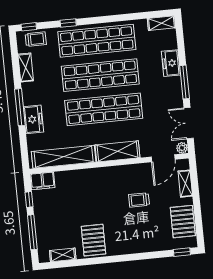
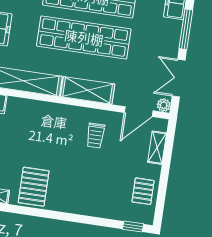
trolley: (139, 200) -> (95, 135), moved, turned -90
pallet: (183, 222) -> (143, 191), width x0.67, depth x0.71

